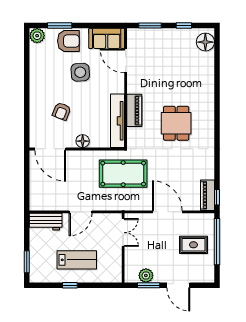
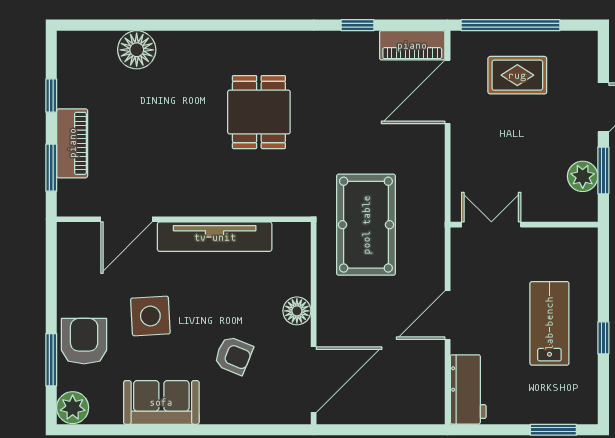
sofa: (107, 38) -> (161, 402), moved, turned -90
floor lamp: (205, 42) -> (137, 50), moved
piano: (134, 110) -> (72, 143), moved, turned 90
tv unit: (118, 121) -> (215, 237), moved
dining table: (176, 123) -> (259, 112), turned 90
window: (217, 197) -> (357, 25), moved
door: (81, 212) -> (448, 315), swing flipped
door: (167, 212) -> (448, 92), moved
rug: (193, 245) -> (517, 75), turned 90

